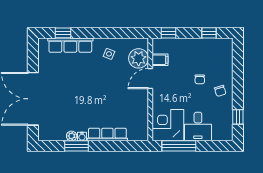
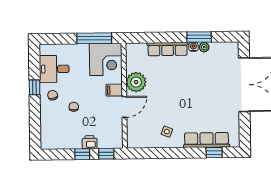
window: (209, 33) -> (82, 154), moved
printer: (185, 44) -> (90, 142), added
plant: (139, 58) -> (136, 82), moved
filing cabinet: (160, 60) -> (114, 90), moved
window: (238, 117) -> (35, 87), moved
desk: (198, 127) -> (54, 69), moved, turned -90

